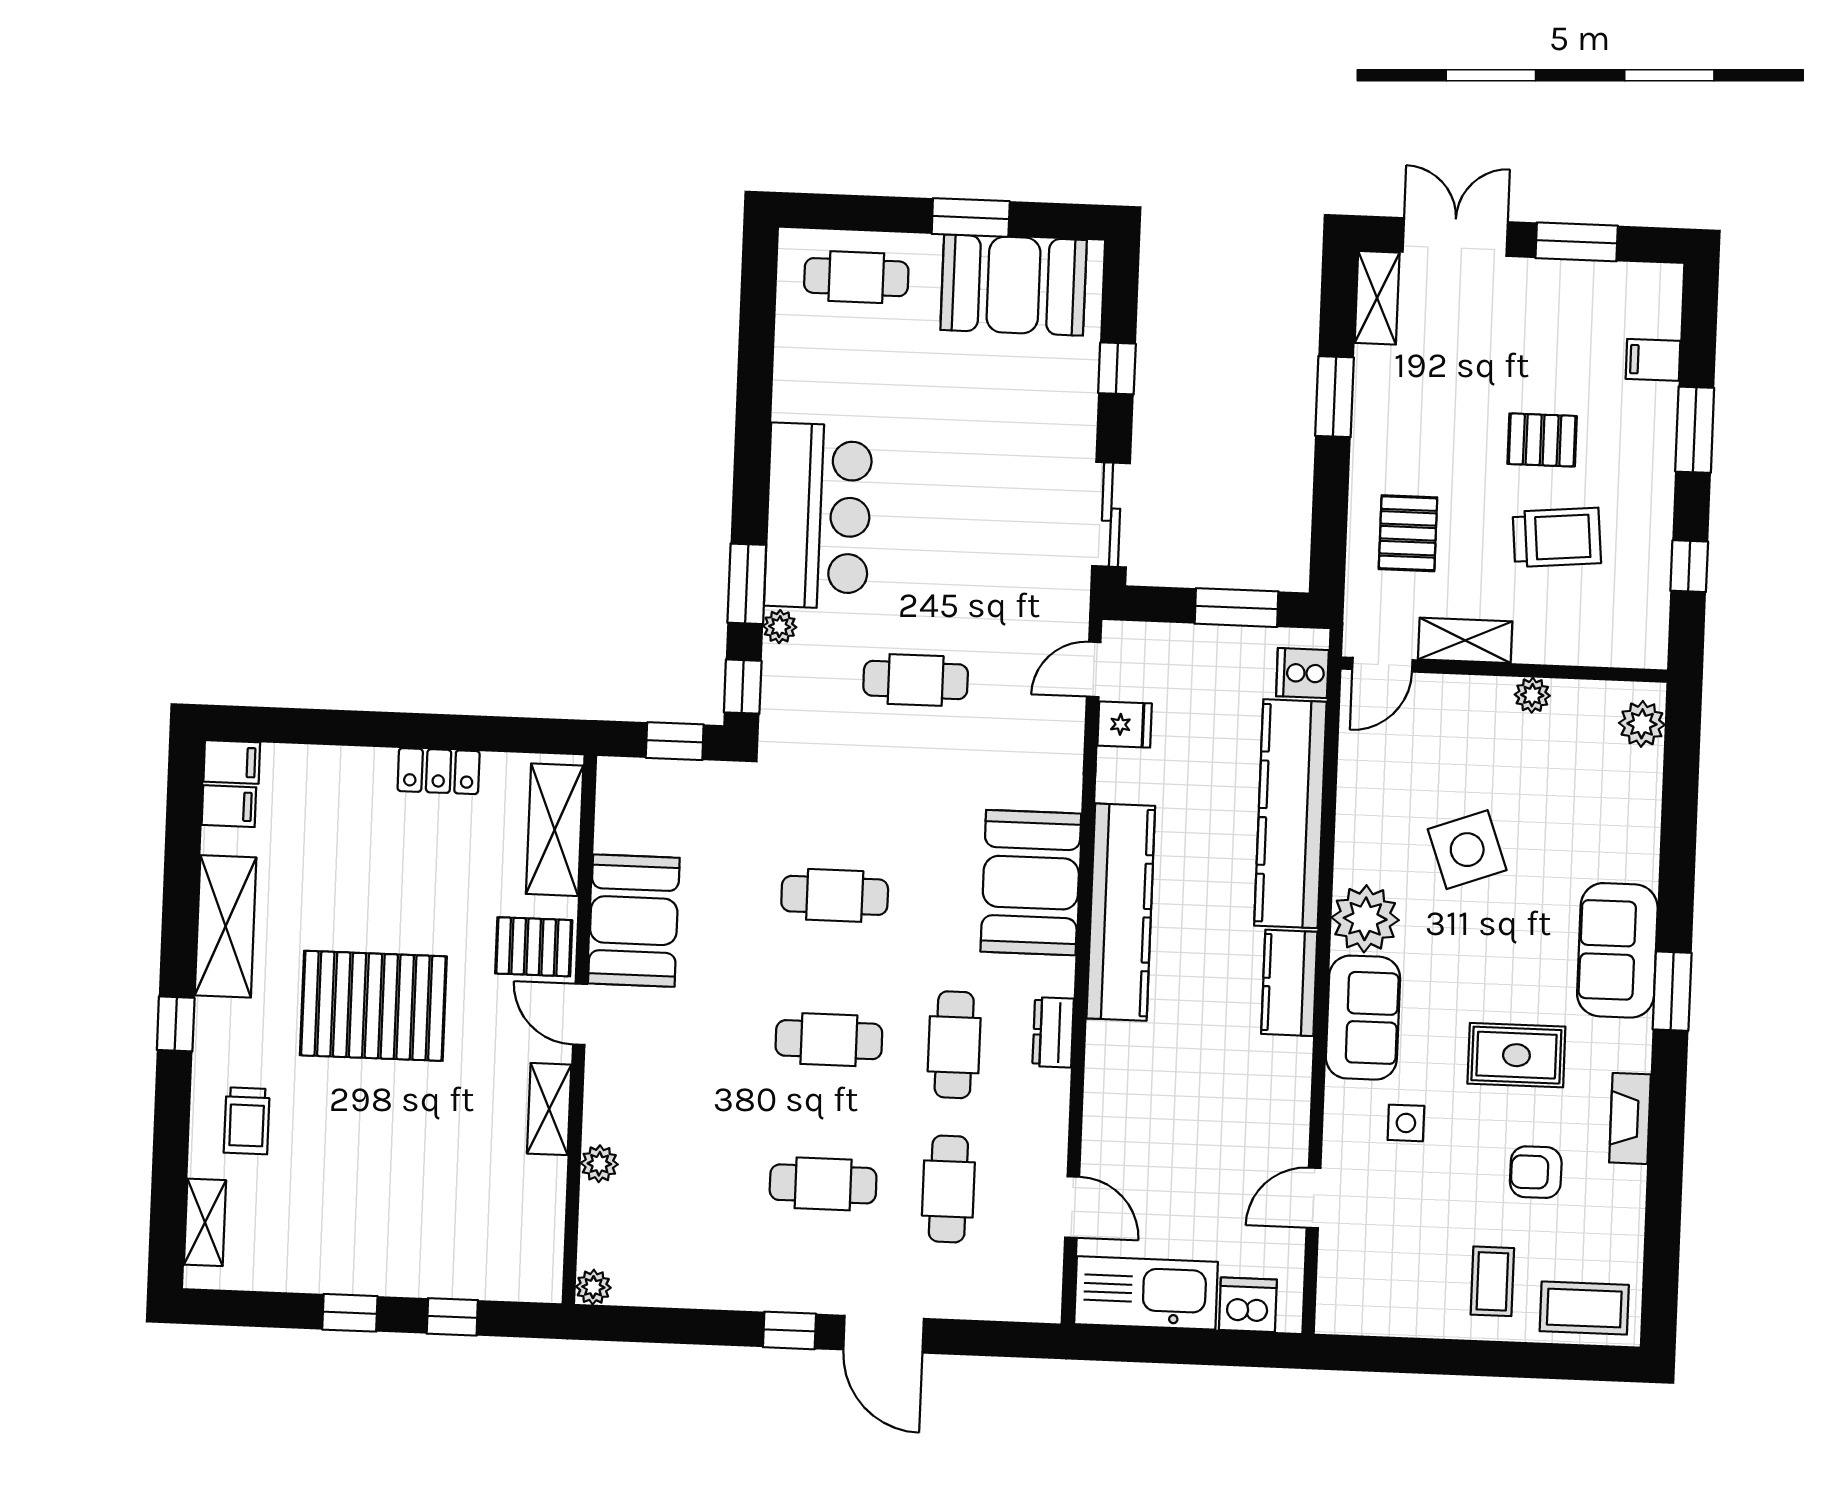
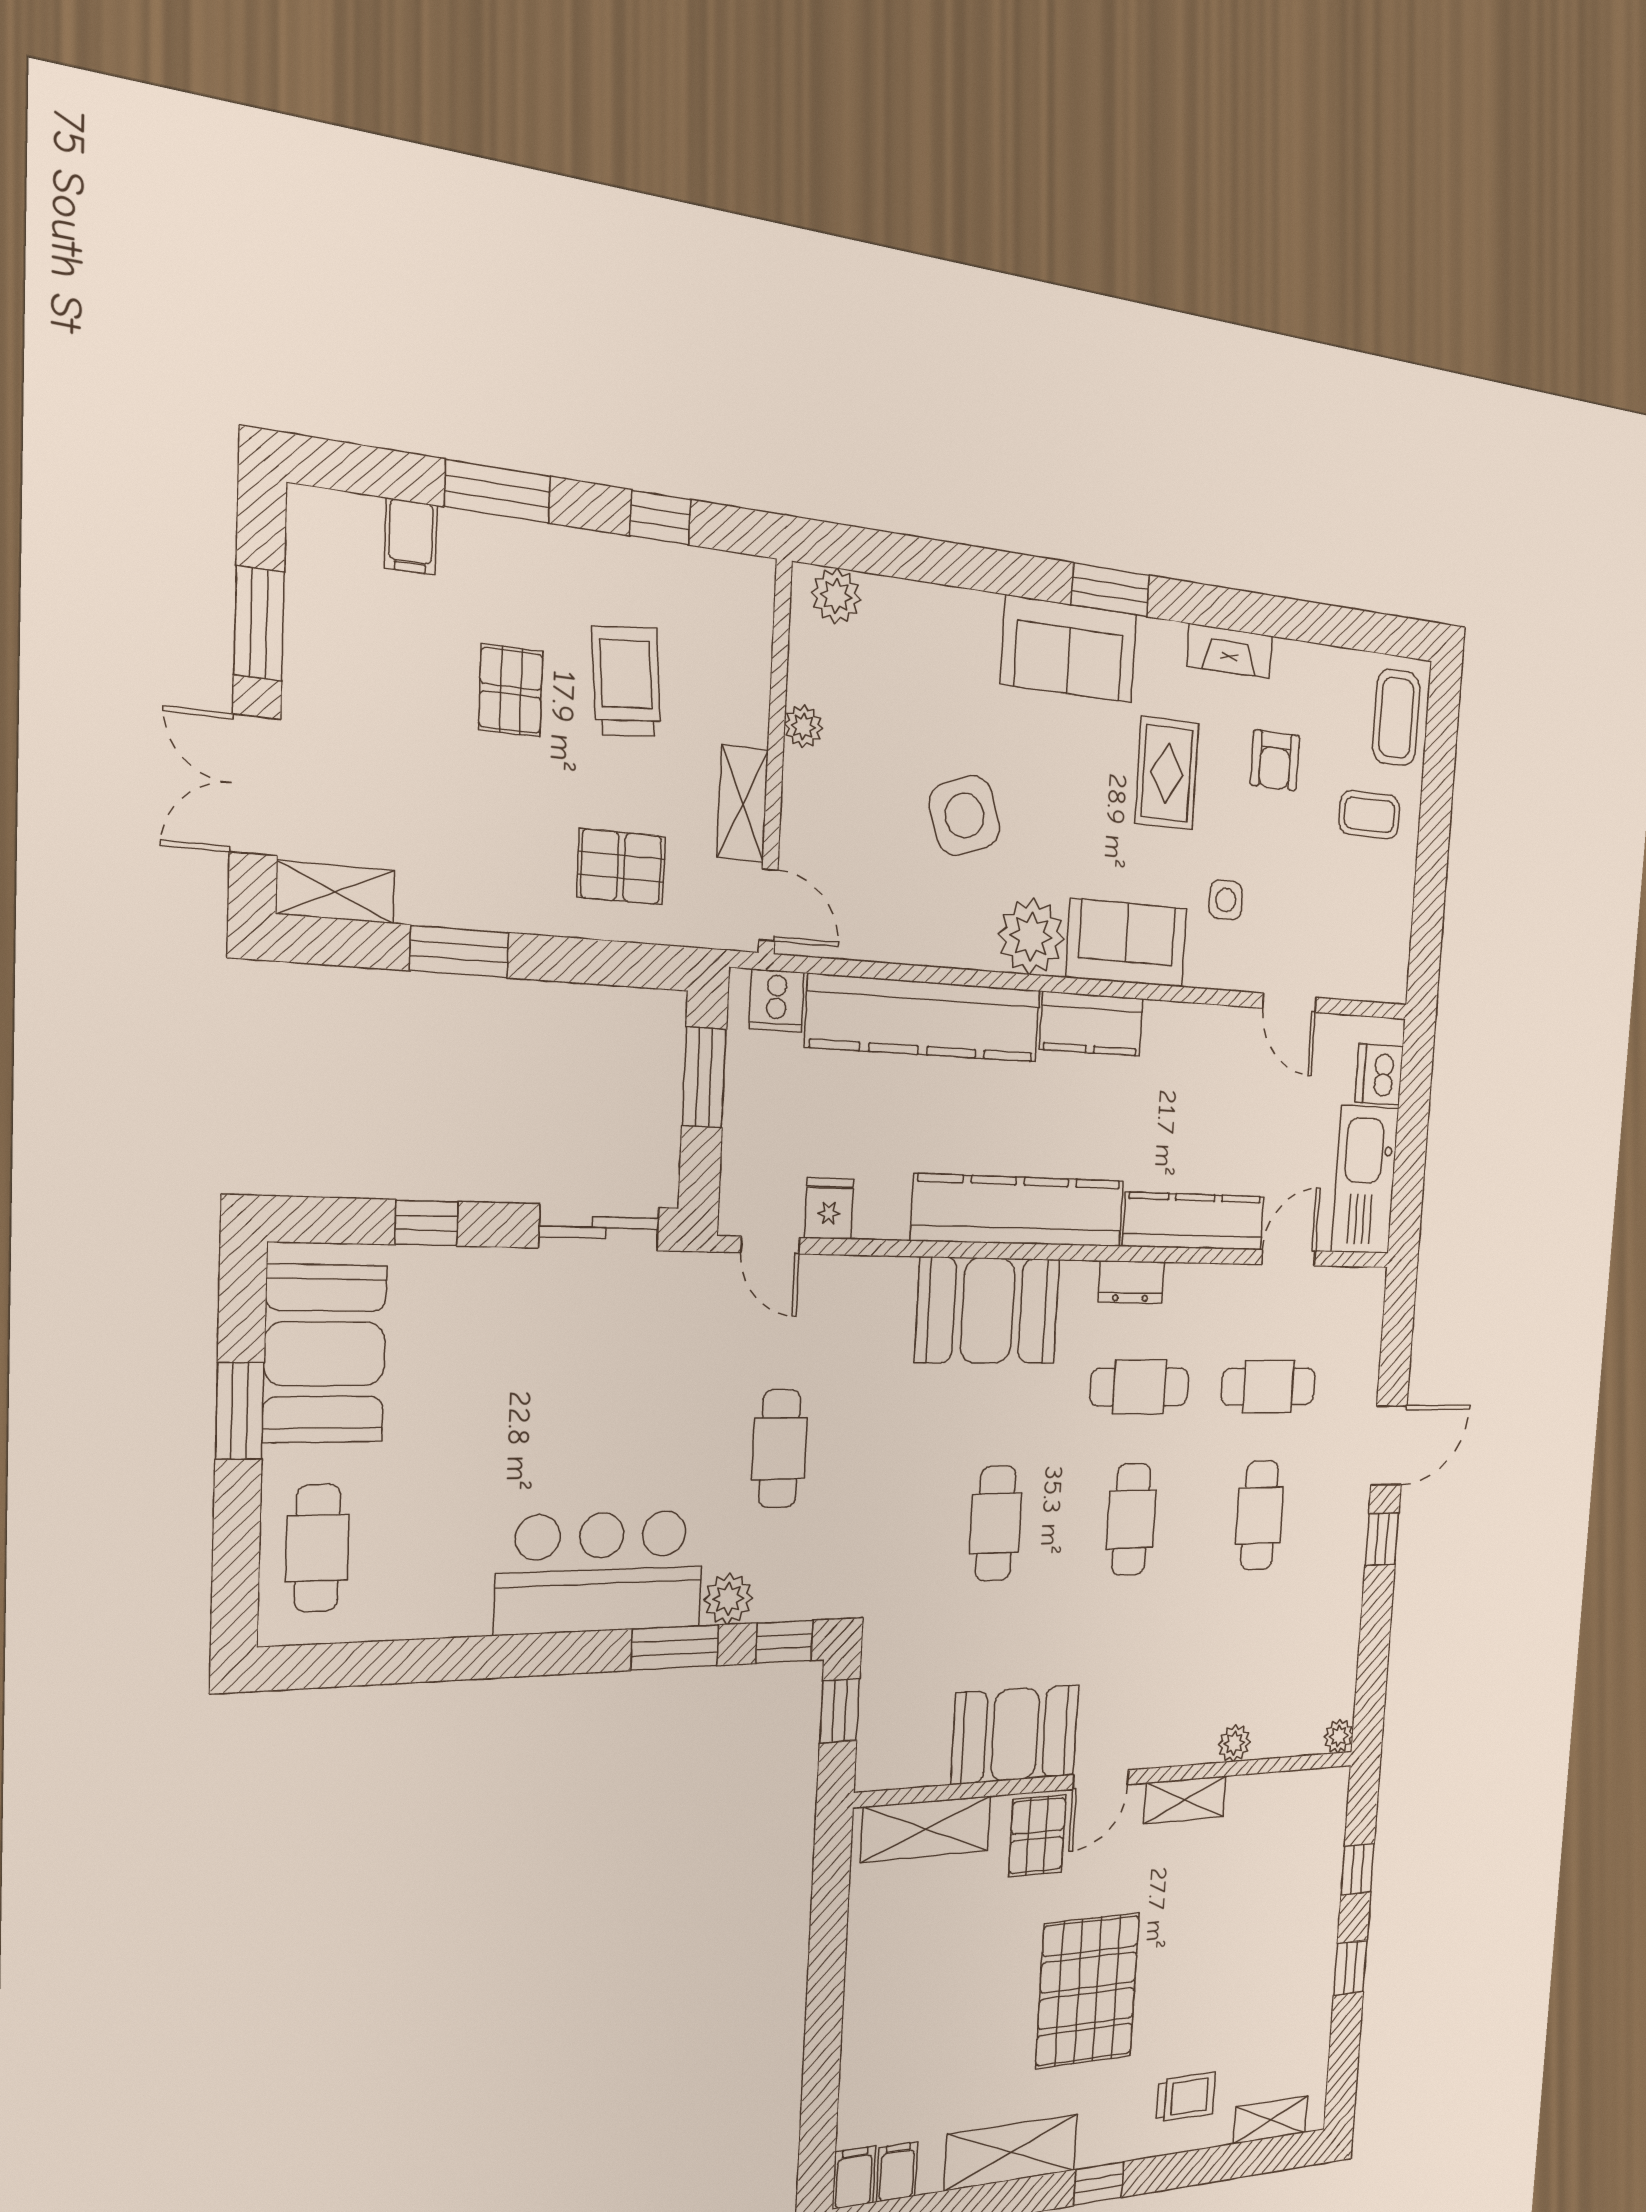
plant: (780, 627) -> (728, 1599), width x1.38, depth x1.38
locker: (439, 771) -> (866, 1960), removed
kitchen counter: (1109, 1099) -> (1194, 1221), added

